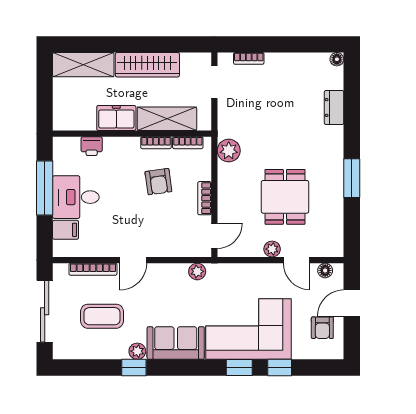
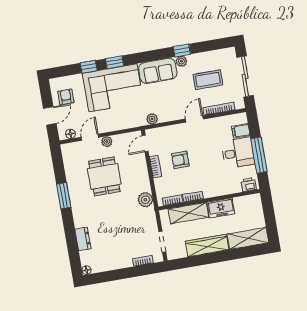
printer: (92, 146) -> (248, 185), moved
armchair: (158, 182) -> (180, 160), moved, turned -82
door: (297, 260) -> (90, 137), hinge flipped

